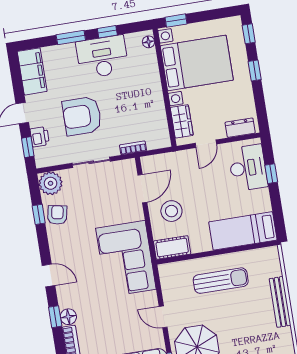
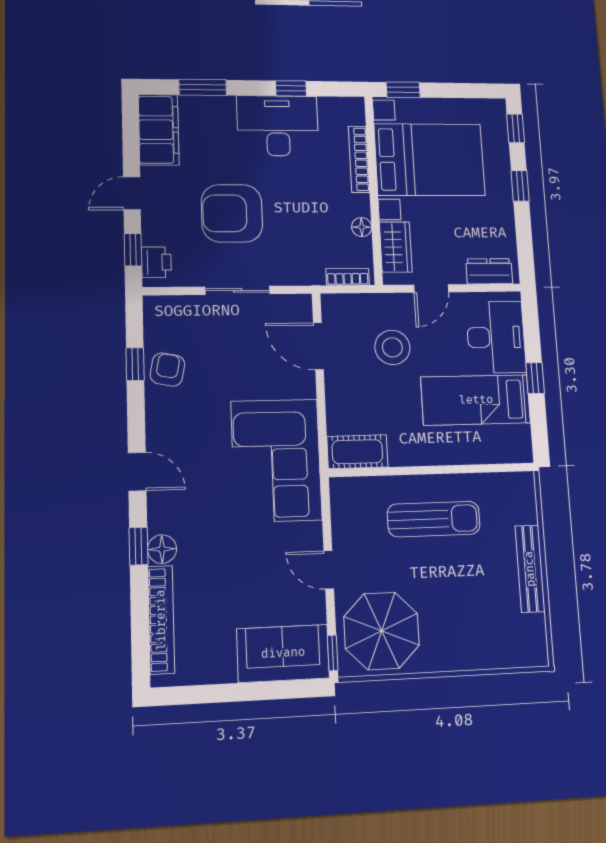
window: (71, 38) -> (203, 87), moved
floor lamp: (149, 42) -> (362, 227), moved
bookcase: (154, 70) -> (359, 159), added
printer: (40, 137) -> (156, 262), moved
bookcase: (133, 148) -> (348, 277), moved
window: (271, 174) -> (535, 378), moved
plant: (51, 183) -> (163, 315), removed
door: (142, 189) -> (318, 346), swing flipped
stool: (171, 211) -> (392, 347), moved
bed: (243, 231) -> (476, 400), moved

